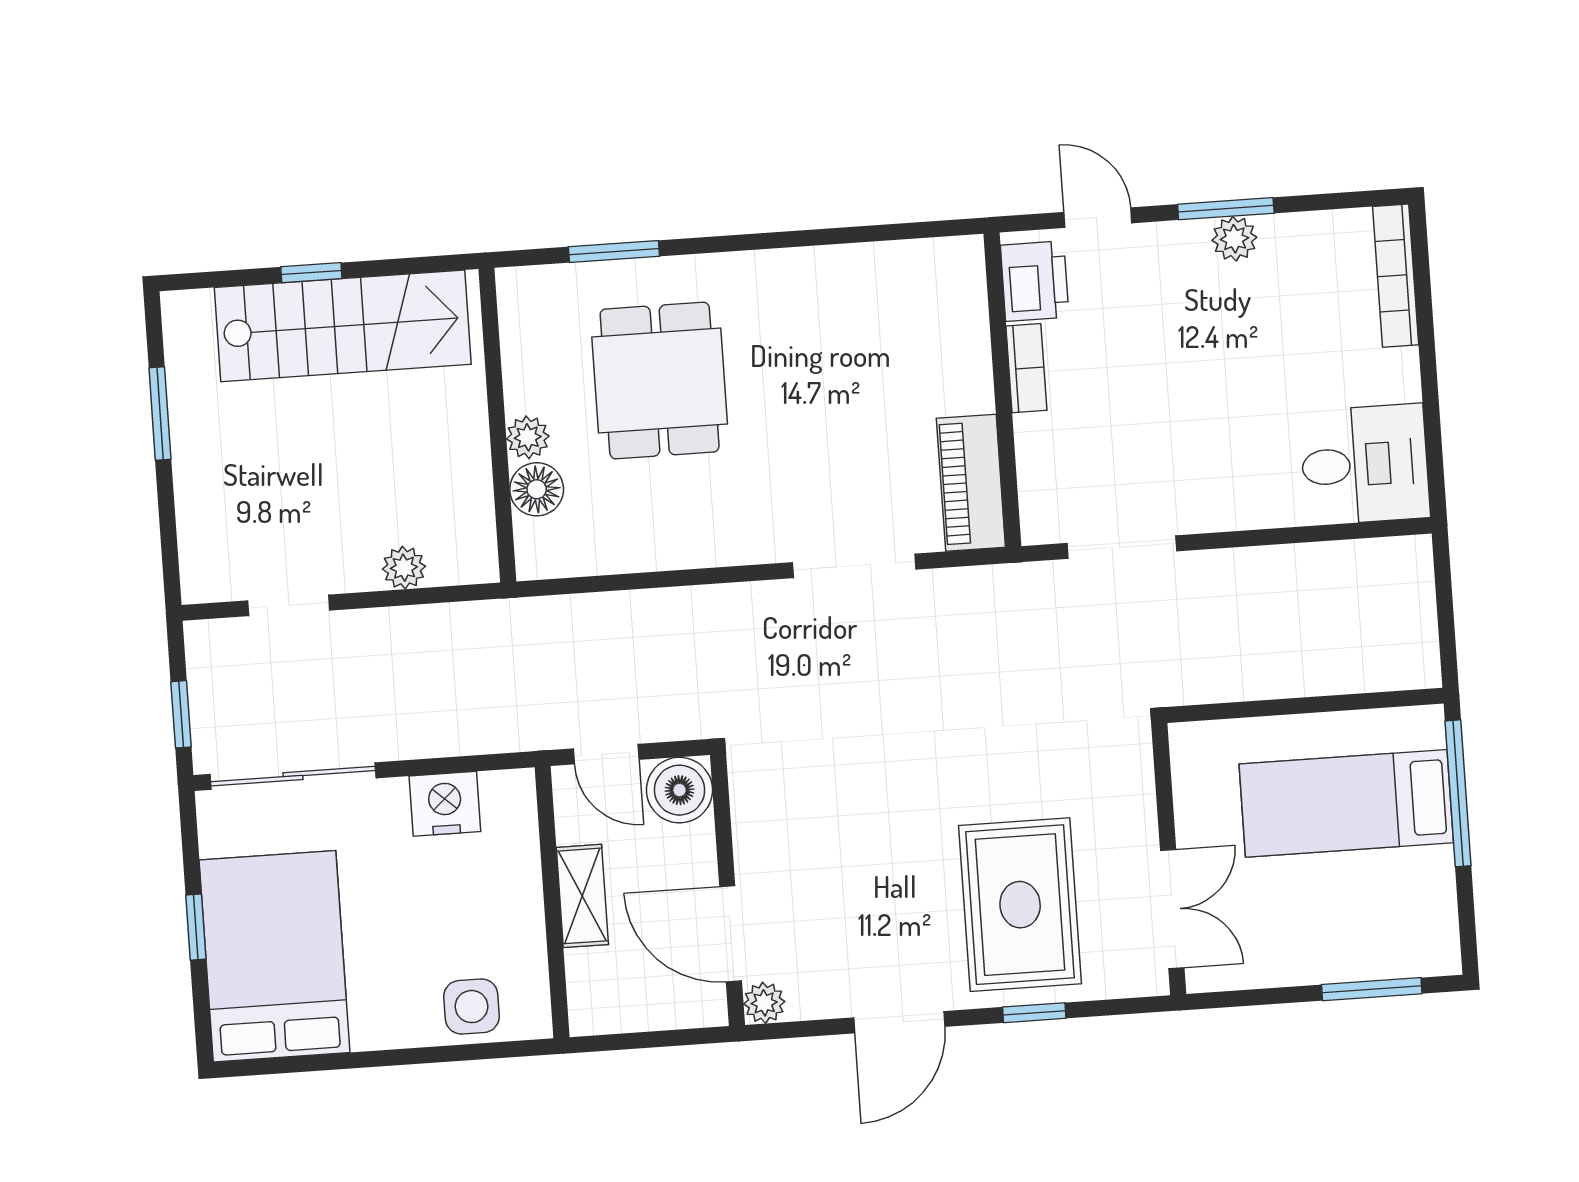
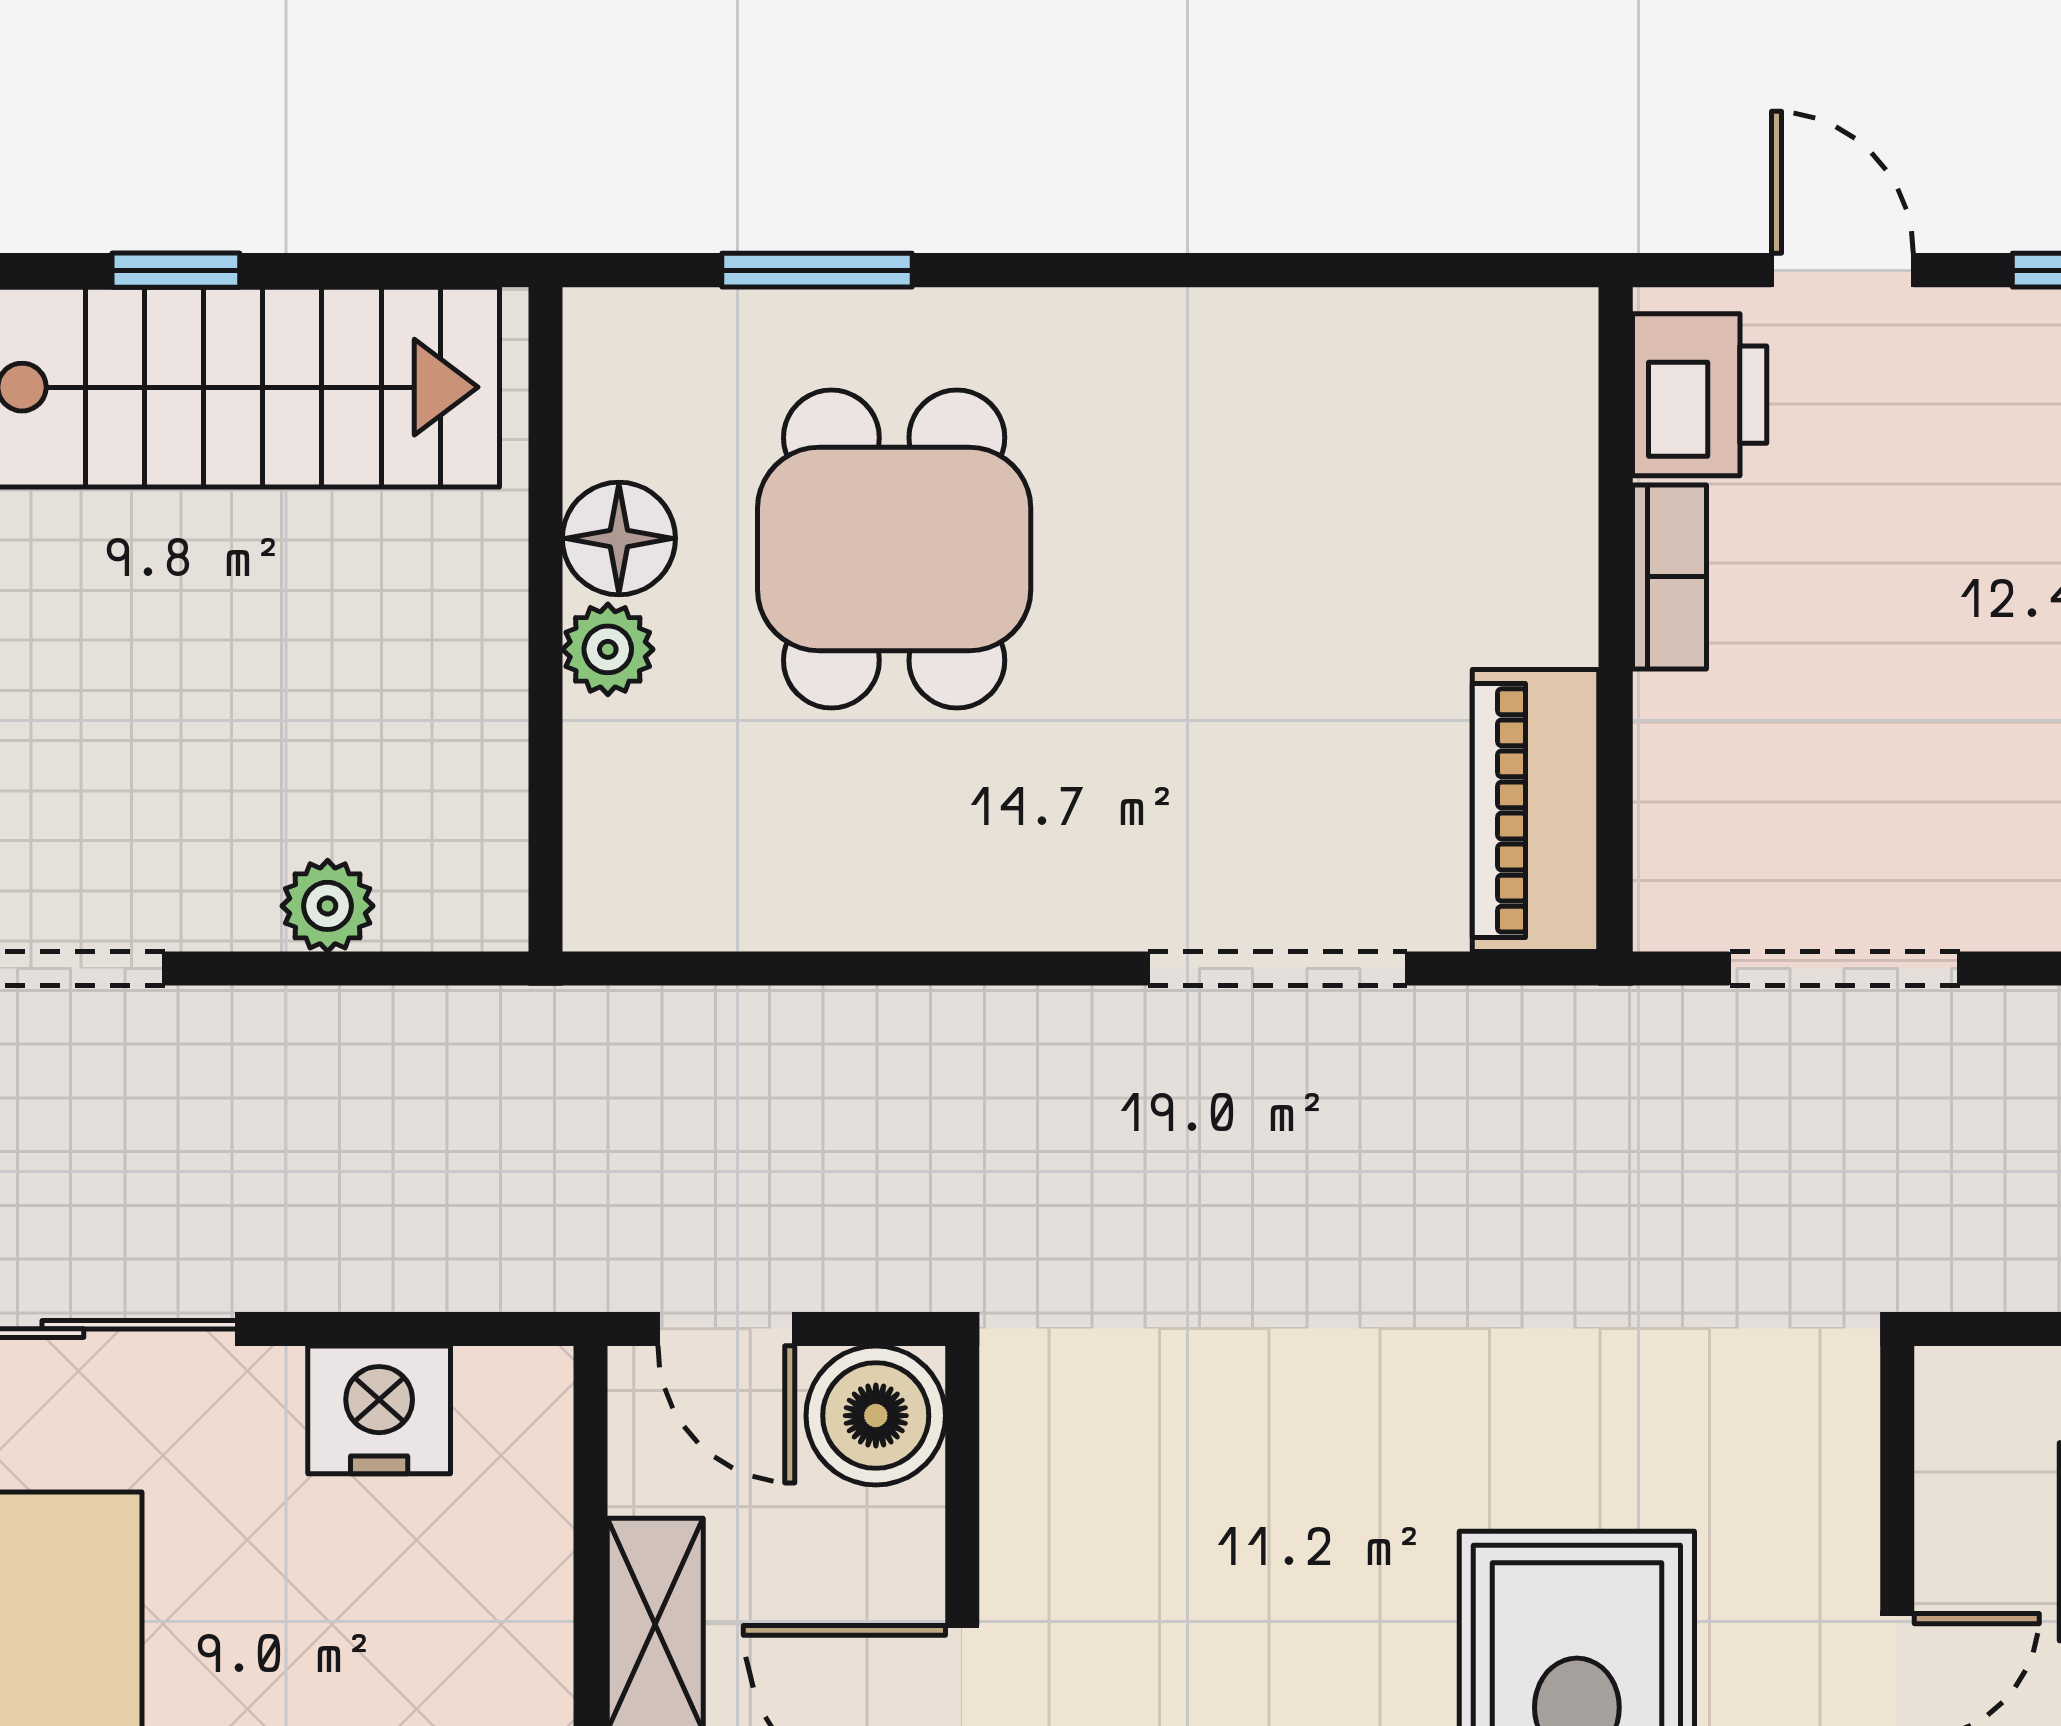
floor lamp: (537, 489) -> (619, 538), moved

